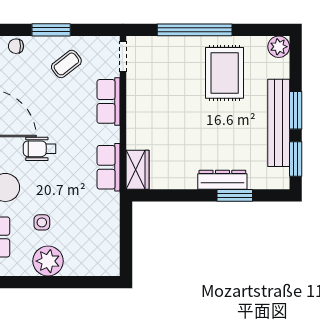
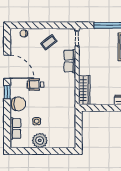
window: (51, 30) -> (41, 25), removed
row of seats: (109, 167) -> (70, 94), removed
wardrobe: (137, 170) -> (84, 90), width x1.50

